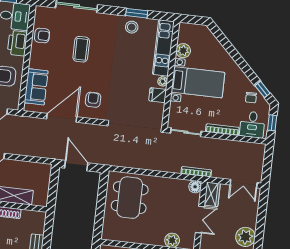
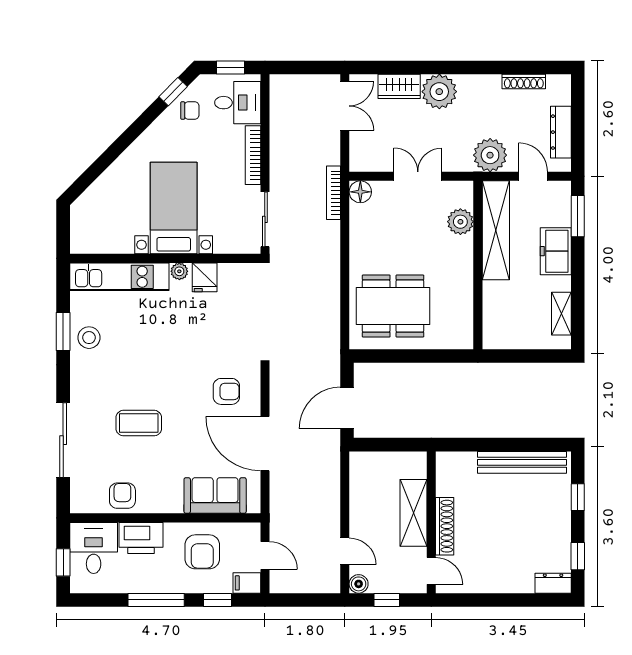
plant: (183, 51) -> (120, 241), removed
armchair: (93, 100) -> (226, 391), turned 180
wardrobe: (212, 194) -> (399, 86), moved, turned 180

